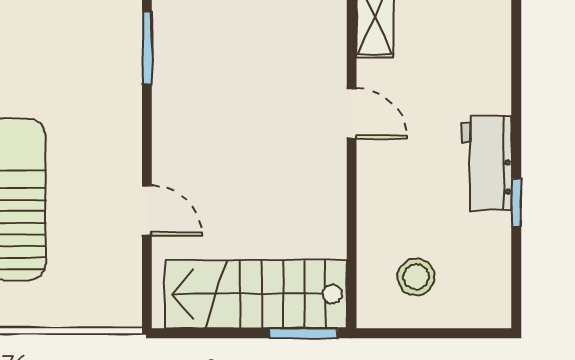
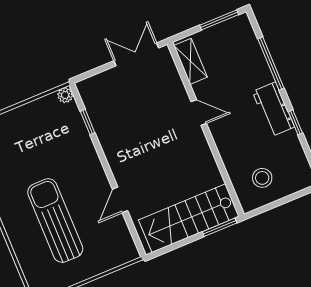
window: (147, 48) -> (88, 122), width x0.67
window: (516, 80) -> (271, 64), added
door: (147, 210) -> (120, 200), swing flipped

